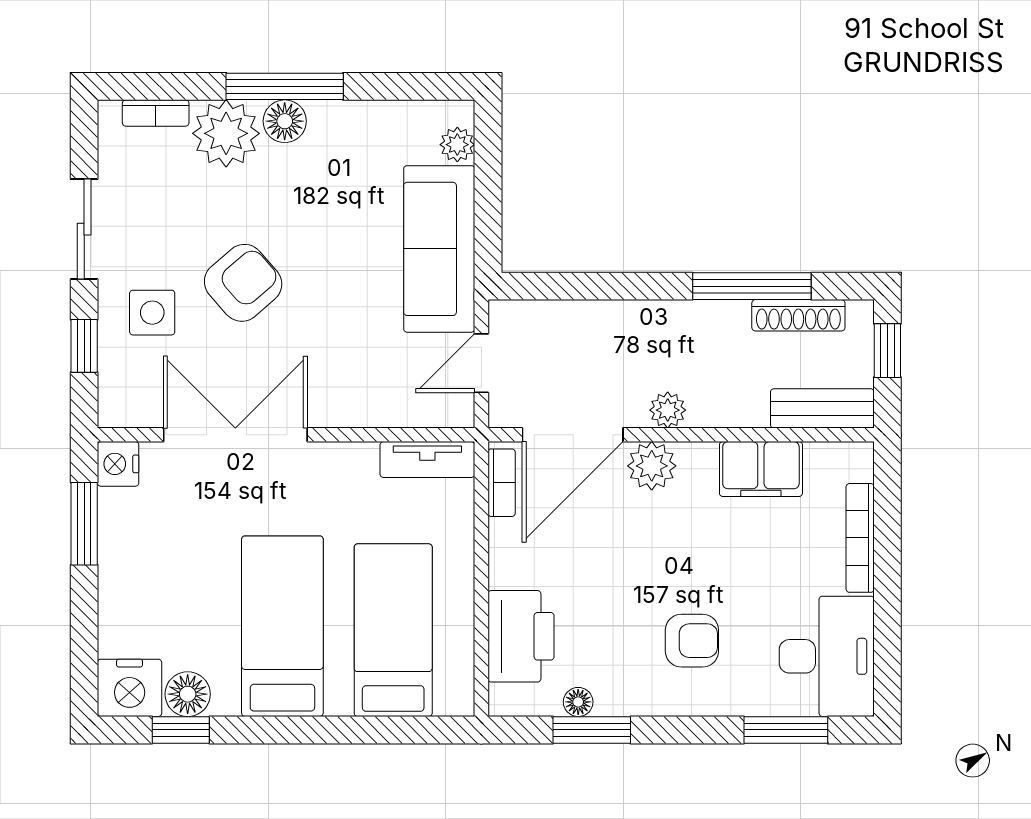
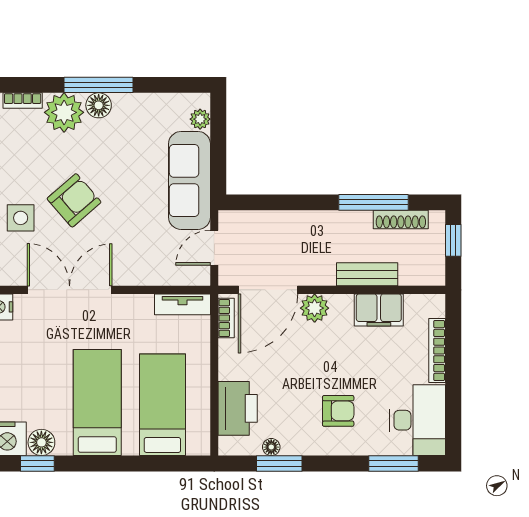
bench: (822, 408) -> (367, 274), moved
plant: (668, 410) -> (324, 275), removed

